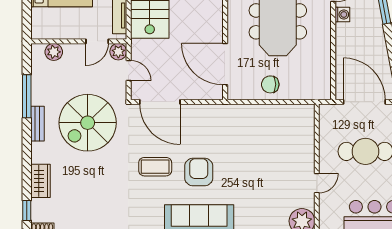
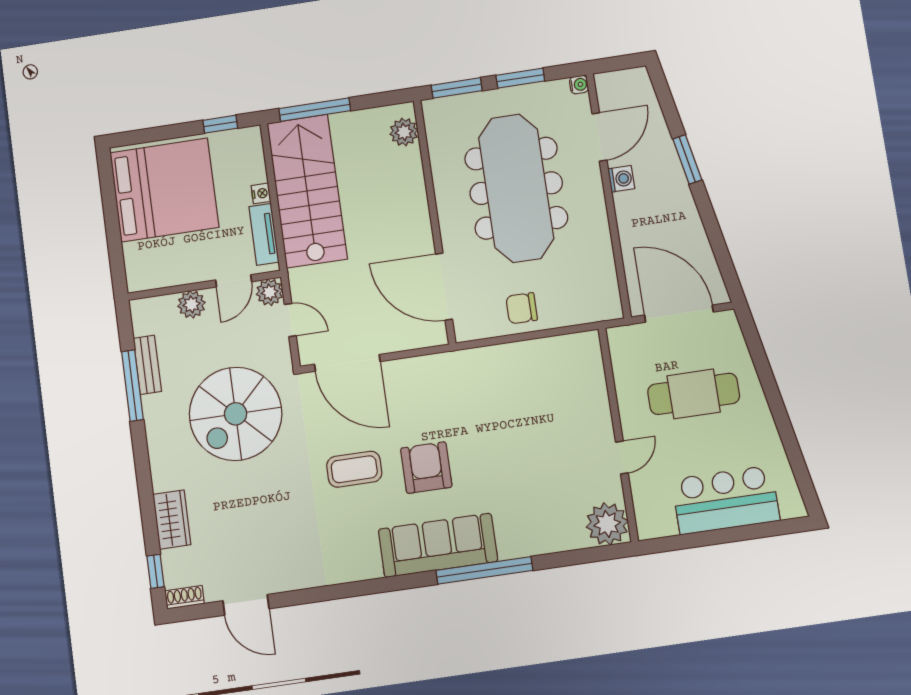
plant: (54, 52) -> (191, 304), moved
bench: (37, 124) -> (147, 365), moved

